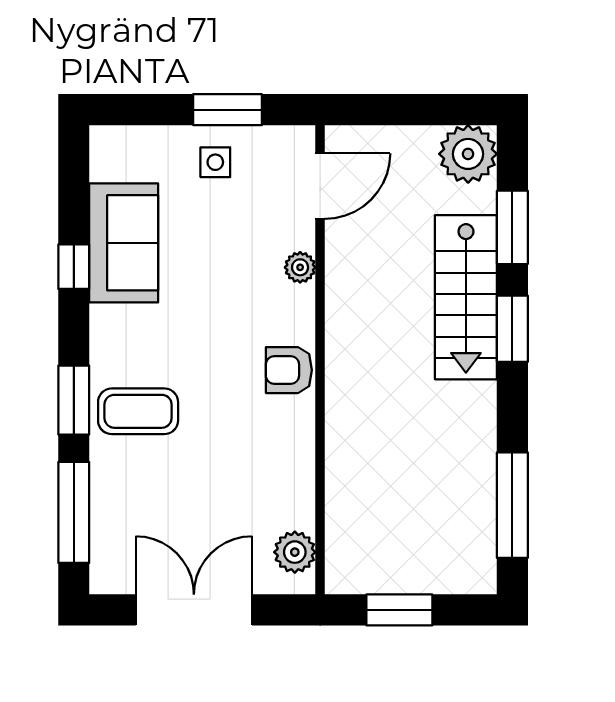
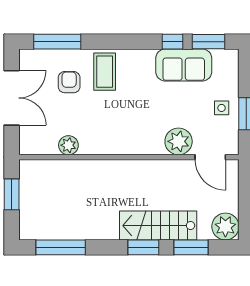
plant: (300, 267) -> (179, 141), width x1.88, depth x1.88
armchair: (289, 370) -> (69, 82), moved
window: (74, 400) -> (209, 42), moved
plant: (295, 552) -> (68, 145), moved

